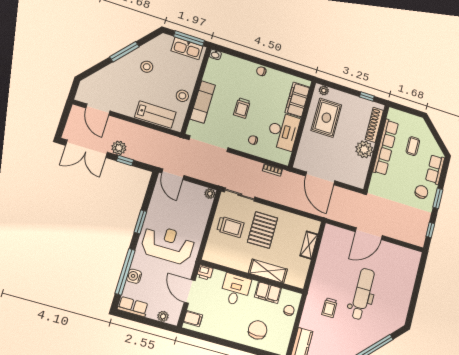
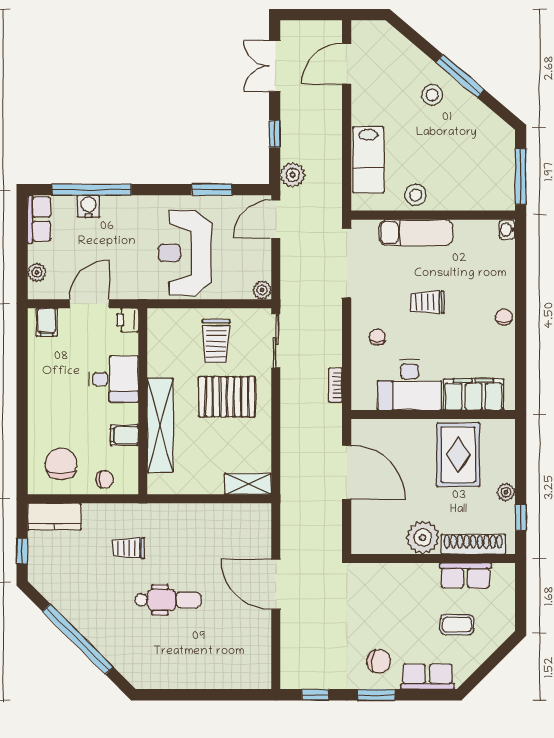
kitchen sink: (187, 48) -> (501, 178), removed
stool: (147, 67) -> (432, 95), moved
plant: (324, 90) -> (506, 492), moved
rug: (326, 118) -> (458, 455), turned 90
row of seats: (386, 147) -> (466, 575), width x0.50
plant: (119, 148) -> (293, 175), moved
double door: (87, 149) -> (275, 66), width x0.73
door: (320, 178) -> (347, 472), swing flipped
window: (140, 222) -> (212, 190), moved
reception desk: (168, 244) -> (185, 253), moved, turned 180
shelving: (309, 245) -> (248, 484), moved
shelving: (268, 271) -> (160, 425), width x1.47
filing cabinet: (268, 293) -> (124, 435), width x0.50
dental chair: (362, 294) -> (168, 600), width x0.73, depth x0.72
chair: (258, 330) -> (61, 464), moved, turned -90

